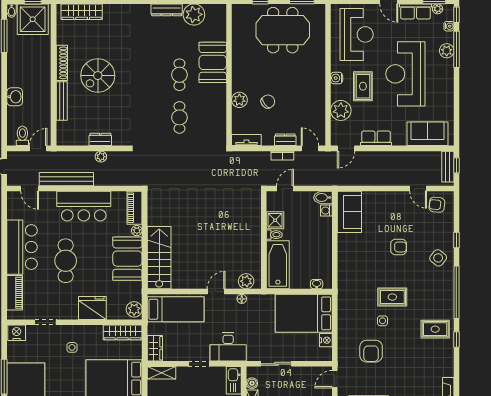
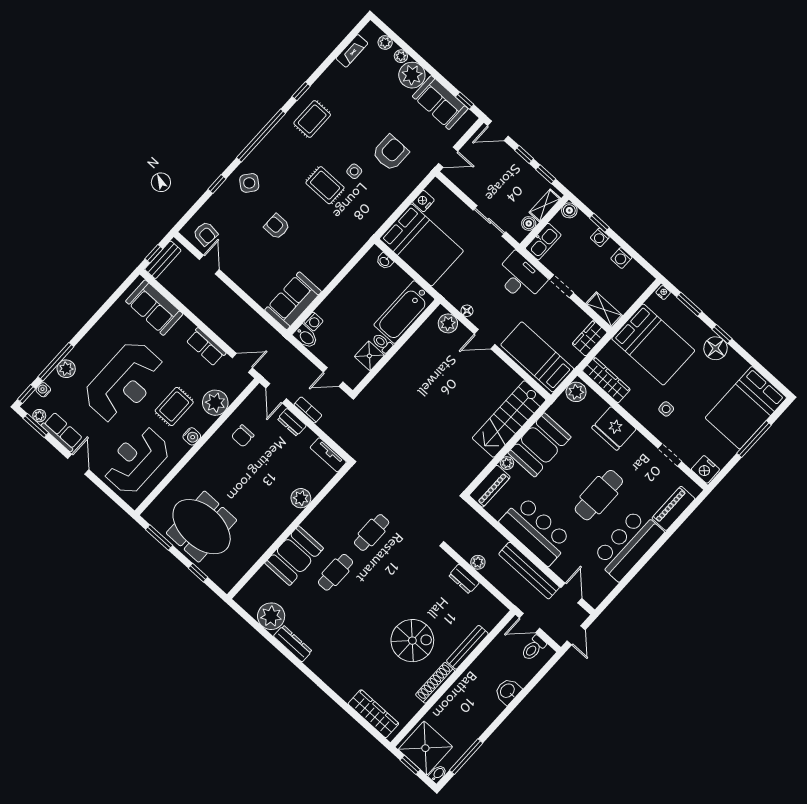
chair: (268, 102) -> (243, 436), moved, turned -52
rug: (435, 329) -> (312, 119), turned 90

